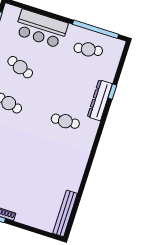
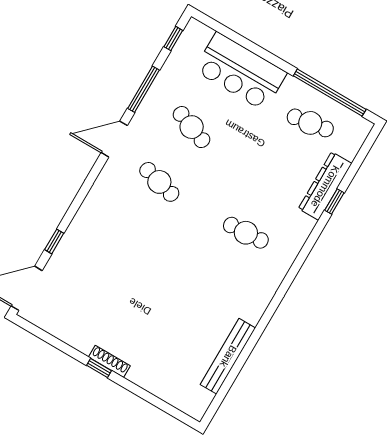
dresser: (100, 100) -> (325, 186), moved
bench: (65, 213) -> (228, 356), moved

